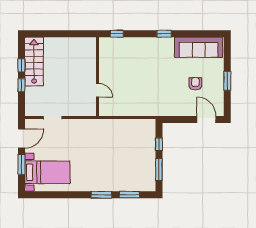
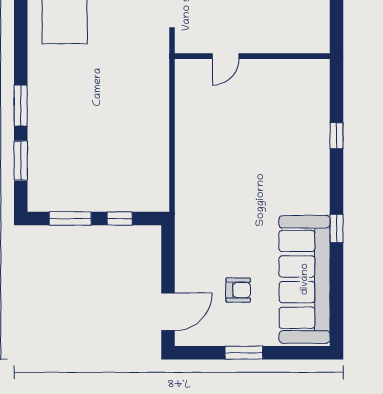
sofa: (199, 47) -> (305, 279), width x1.36, depth x1.27
wall: (97, 77) -> (252, 56), moved
door: (97, 90) -> (226, 56), moved

